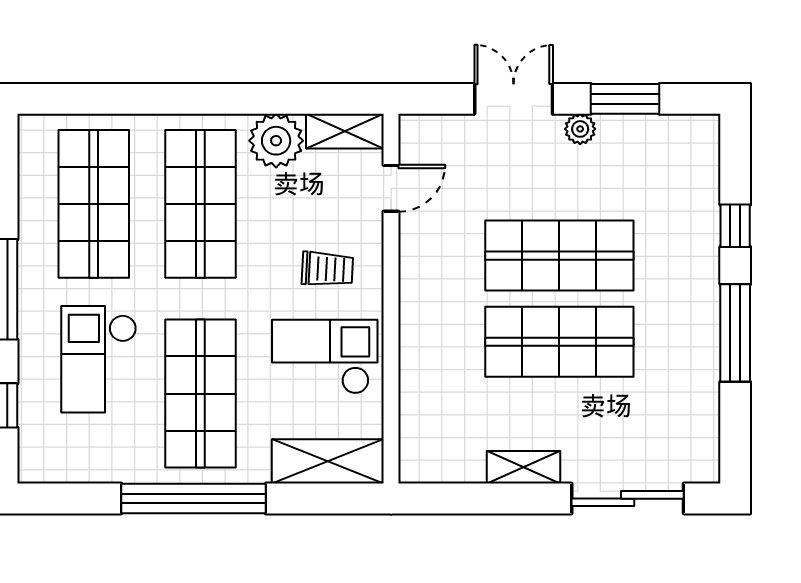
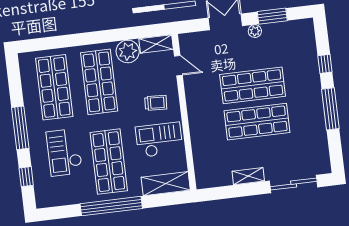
door: (391, 188) -> (178, 66), hinge flipped

